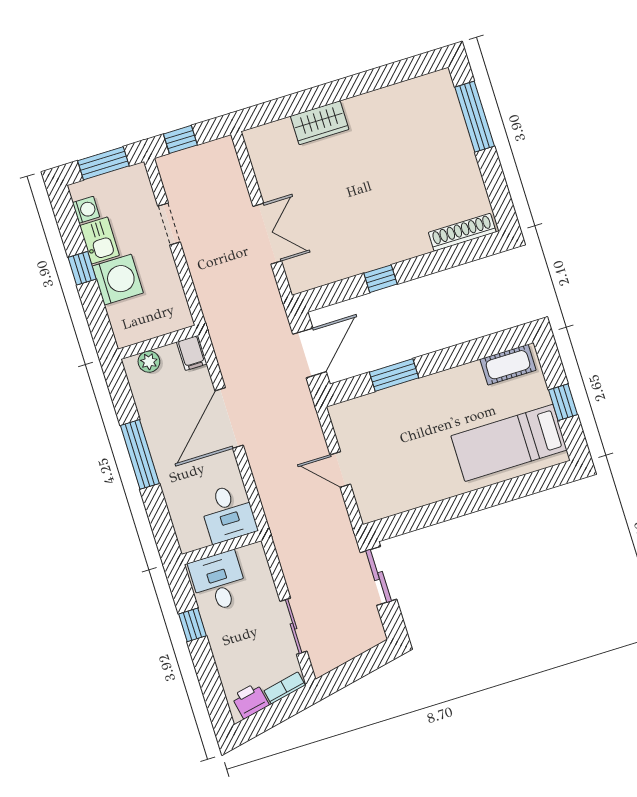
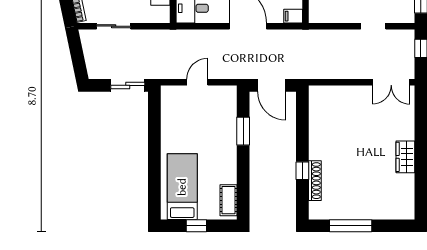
window: (475, 117) -> (351, 226), moved
wardrobe: (320, 123) -> (405, 157), moved
shoe rack: (462, 232) -> (315, 181), moved
double door: (267, 234) -> (391, 82), moved
window: (380, 279) -> (302, 171), moved

